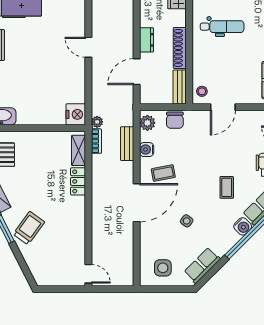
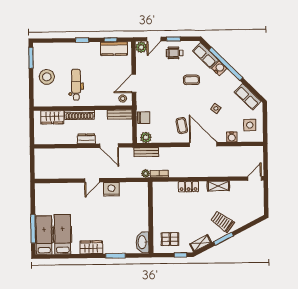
shoe rack: (180, 48) -> (79, 115), moved
door: (223, 107) -> (134, 83), swing flipped
nightstand: (76, 114) -> (111, 189), moved
bench: (127, 144) -> (146, 152), moved
shelving: (79, 150) -> (218, 186), moved
water cooler: (147, 150) -> (232, 137), moved

